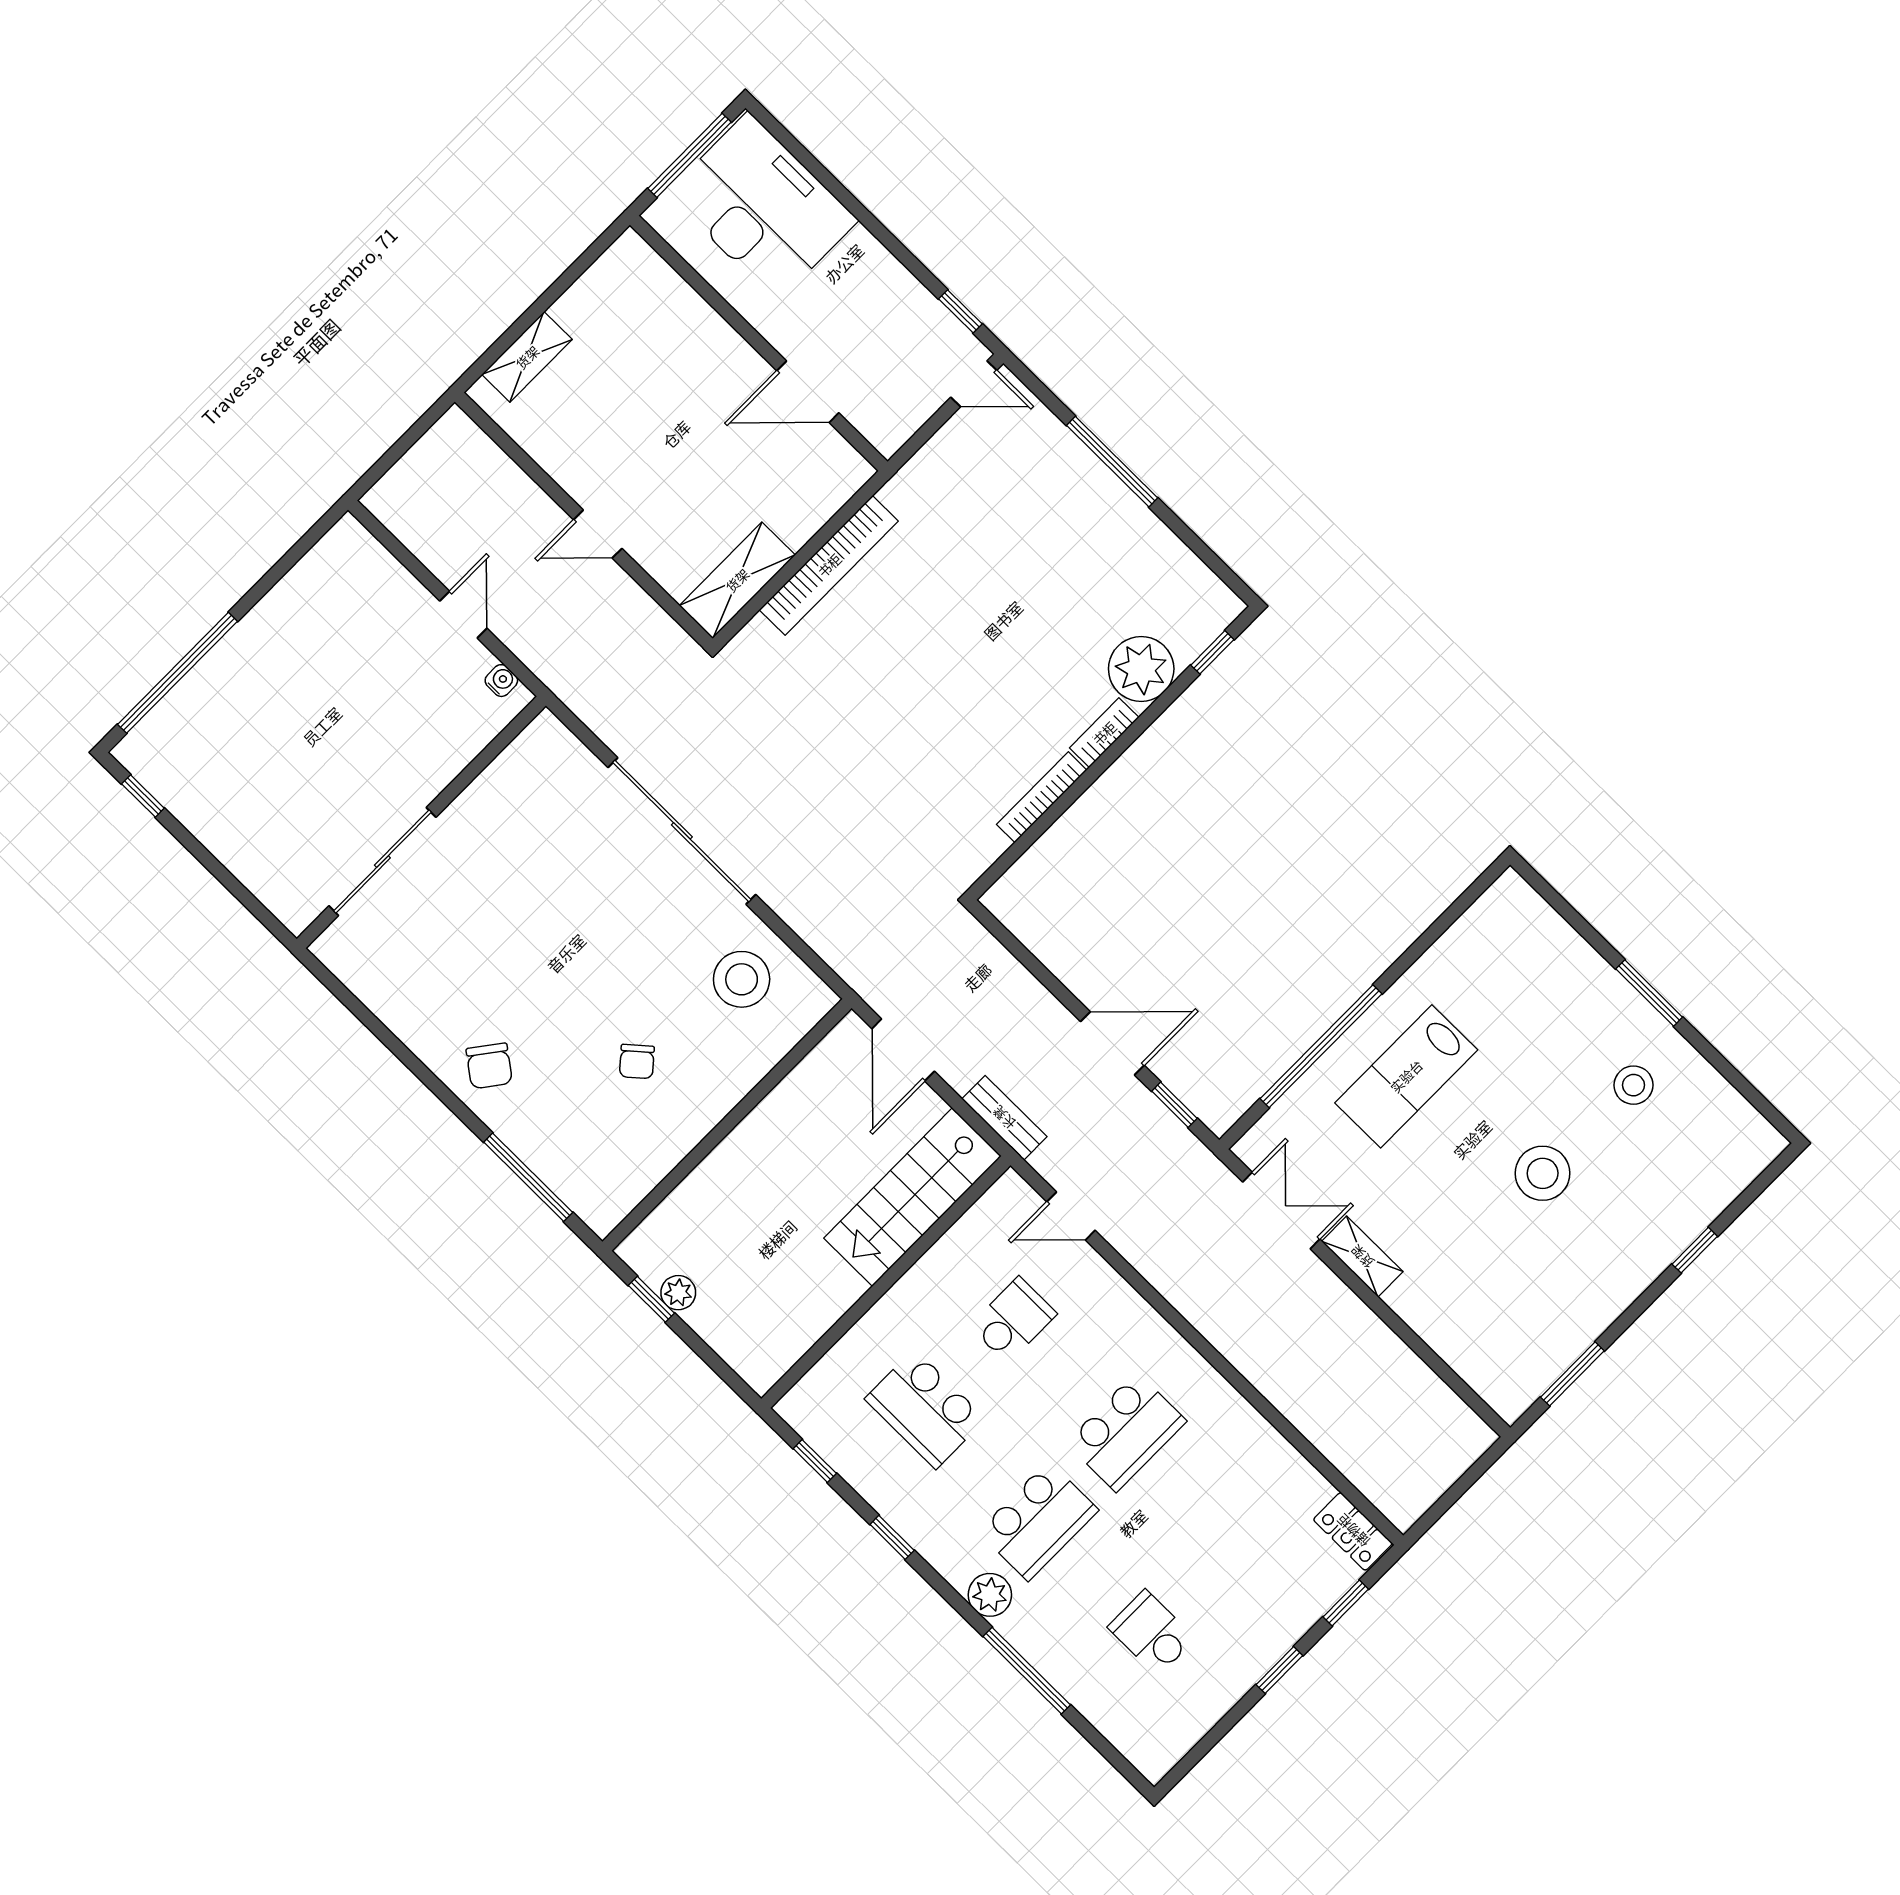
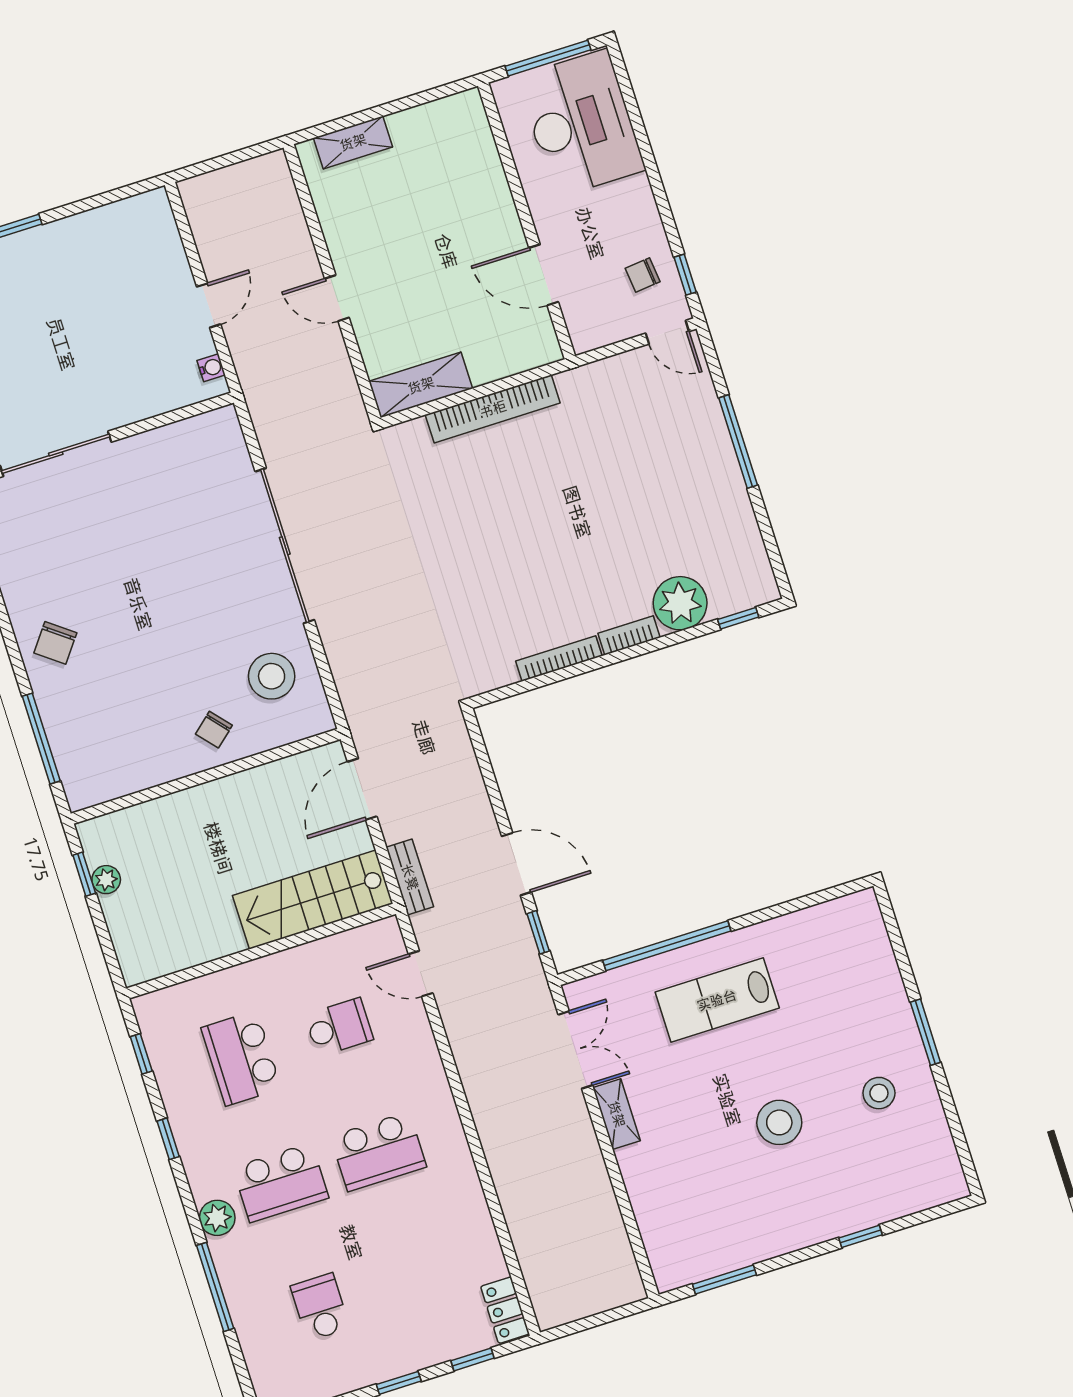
chair: (915, 336) -> (643, 275), added
chair: (637, 1062) -> (214, 730), moved

